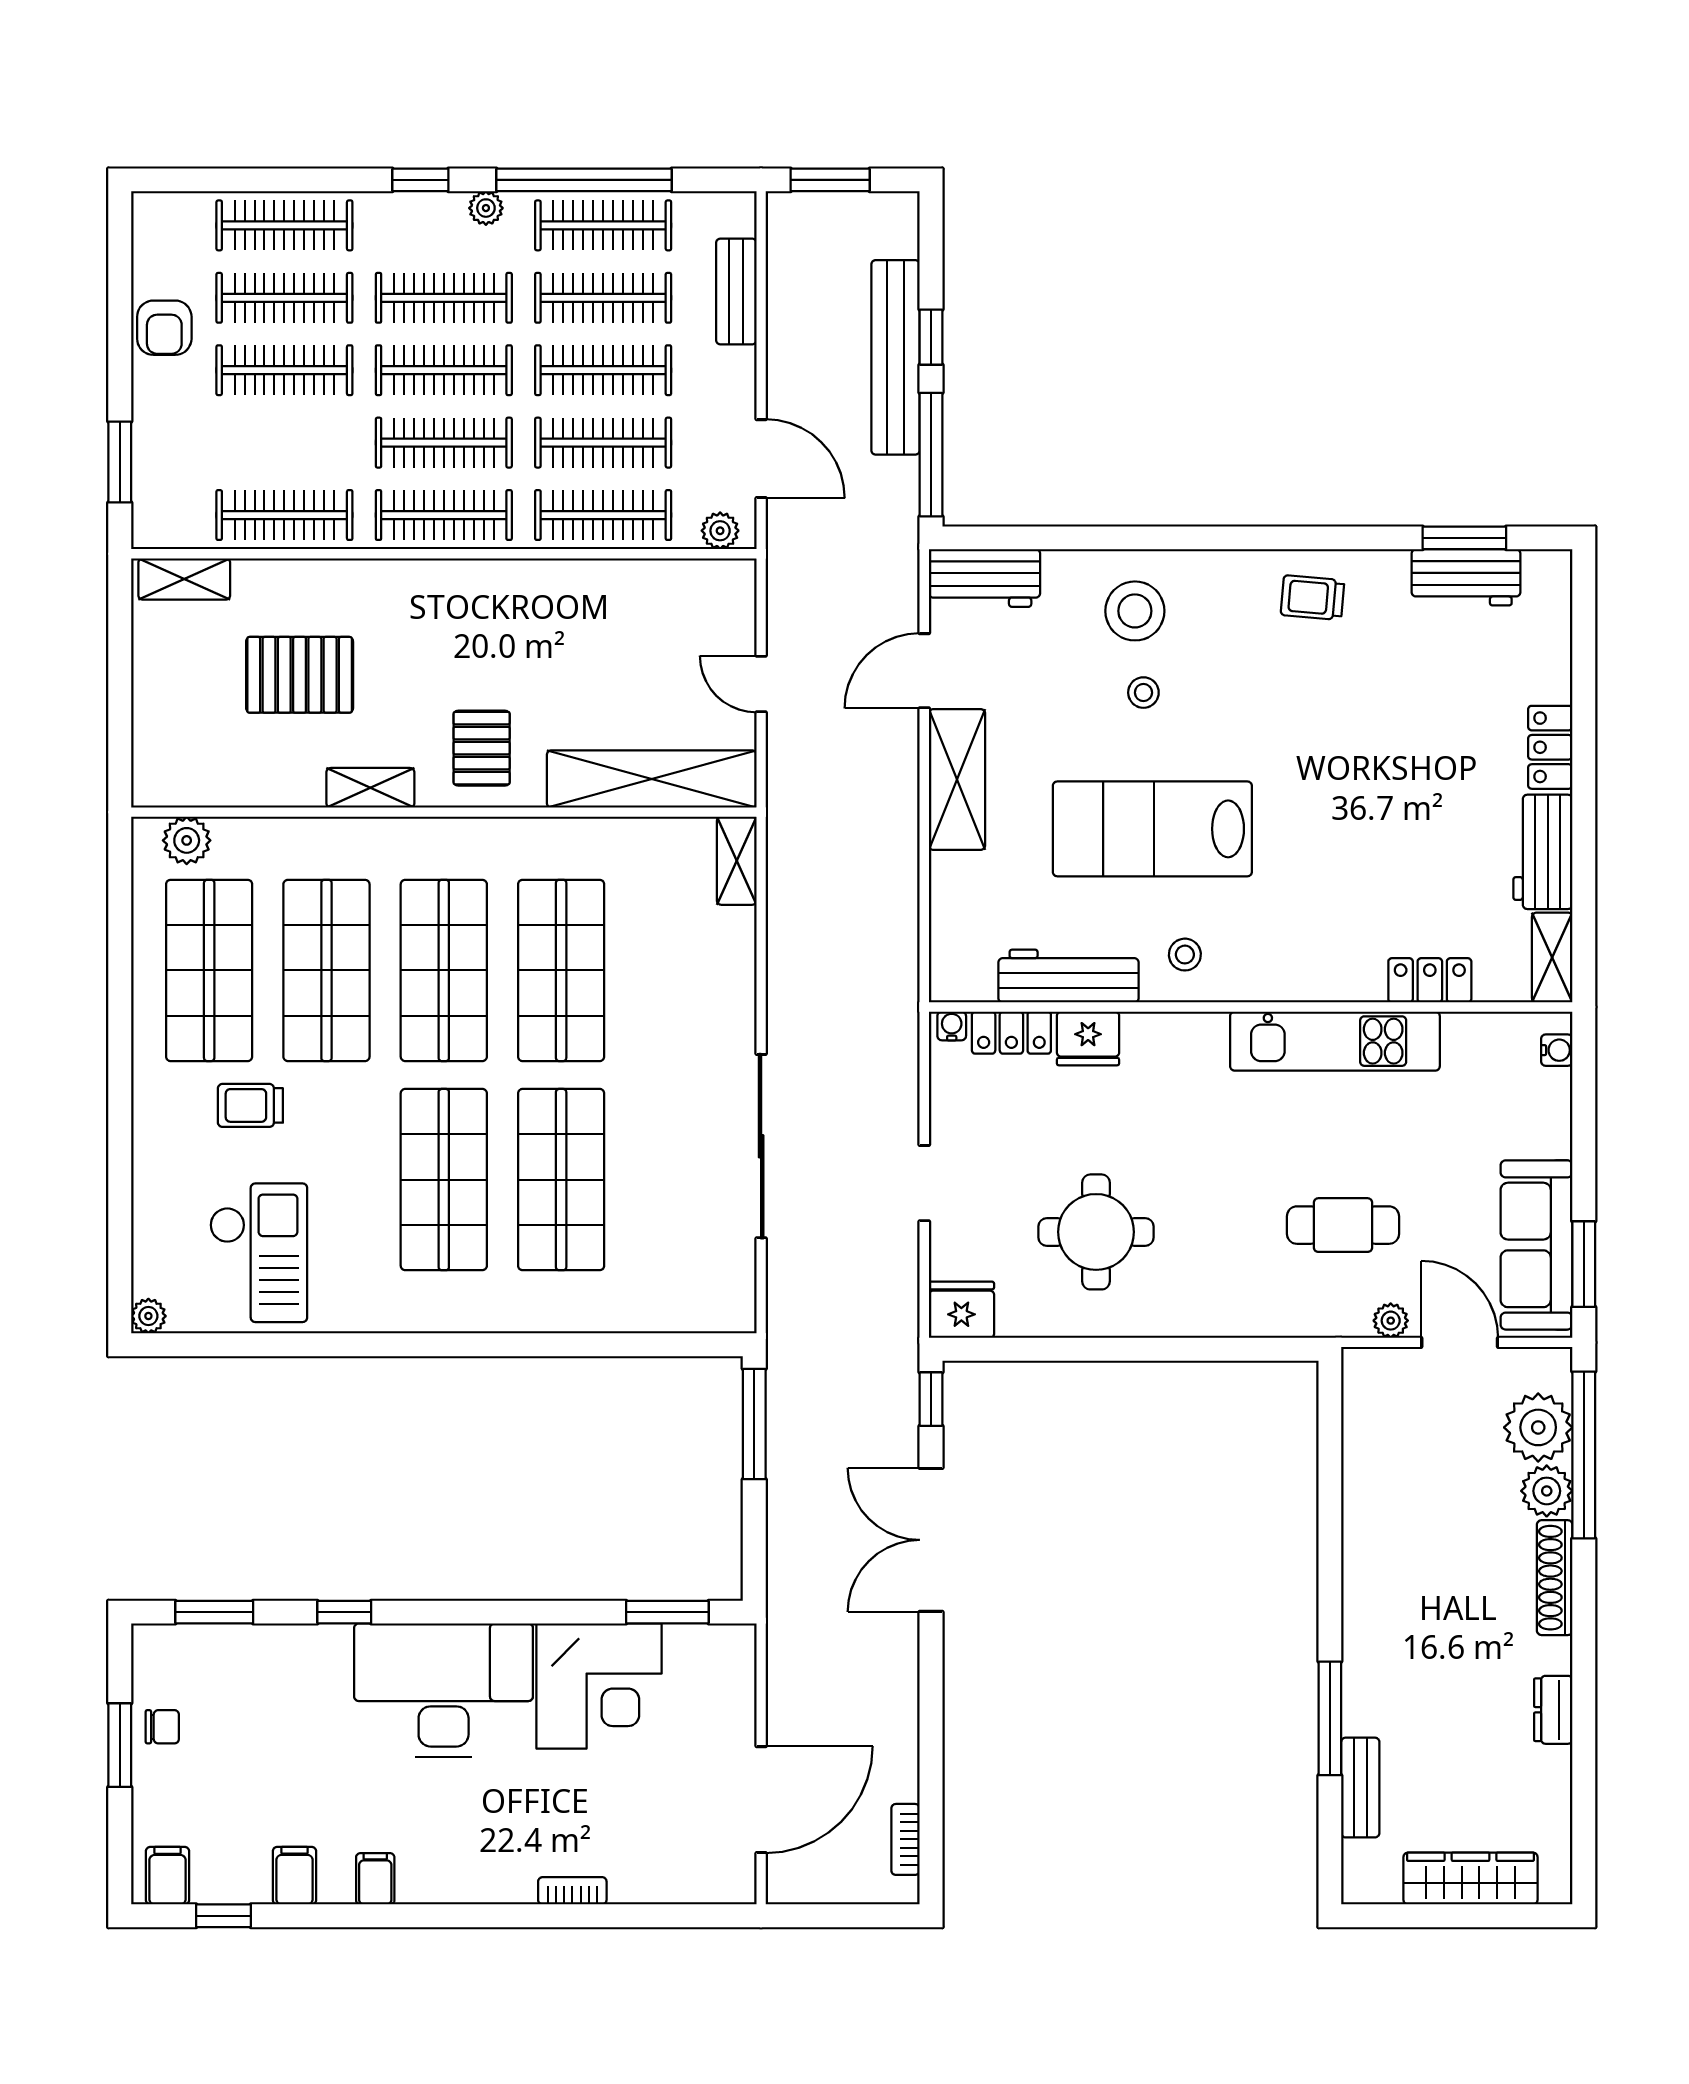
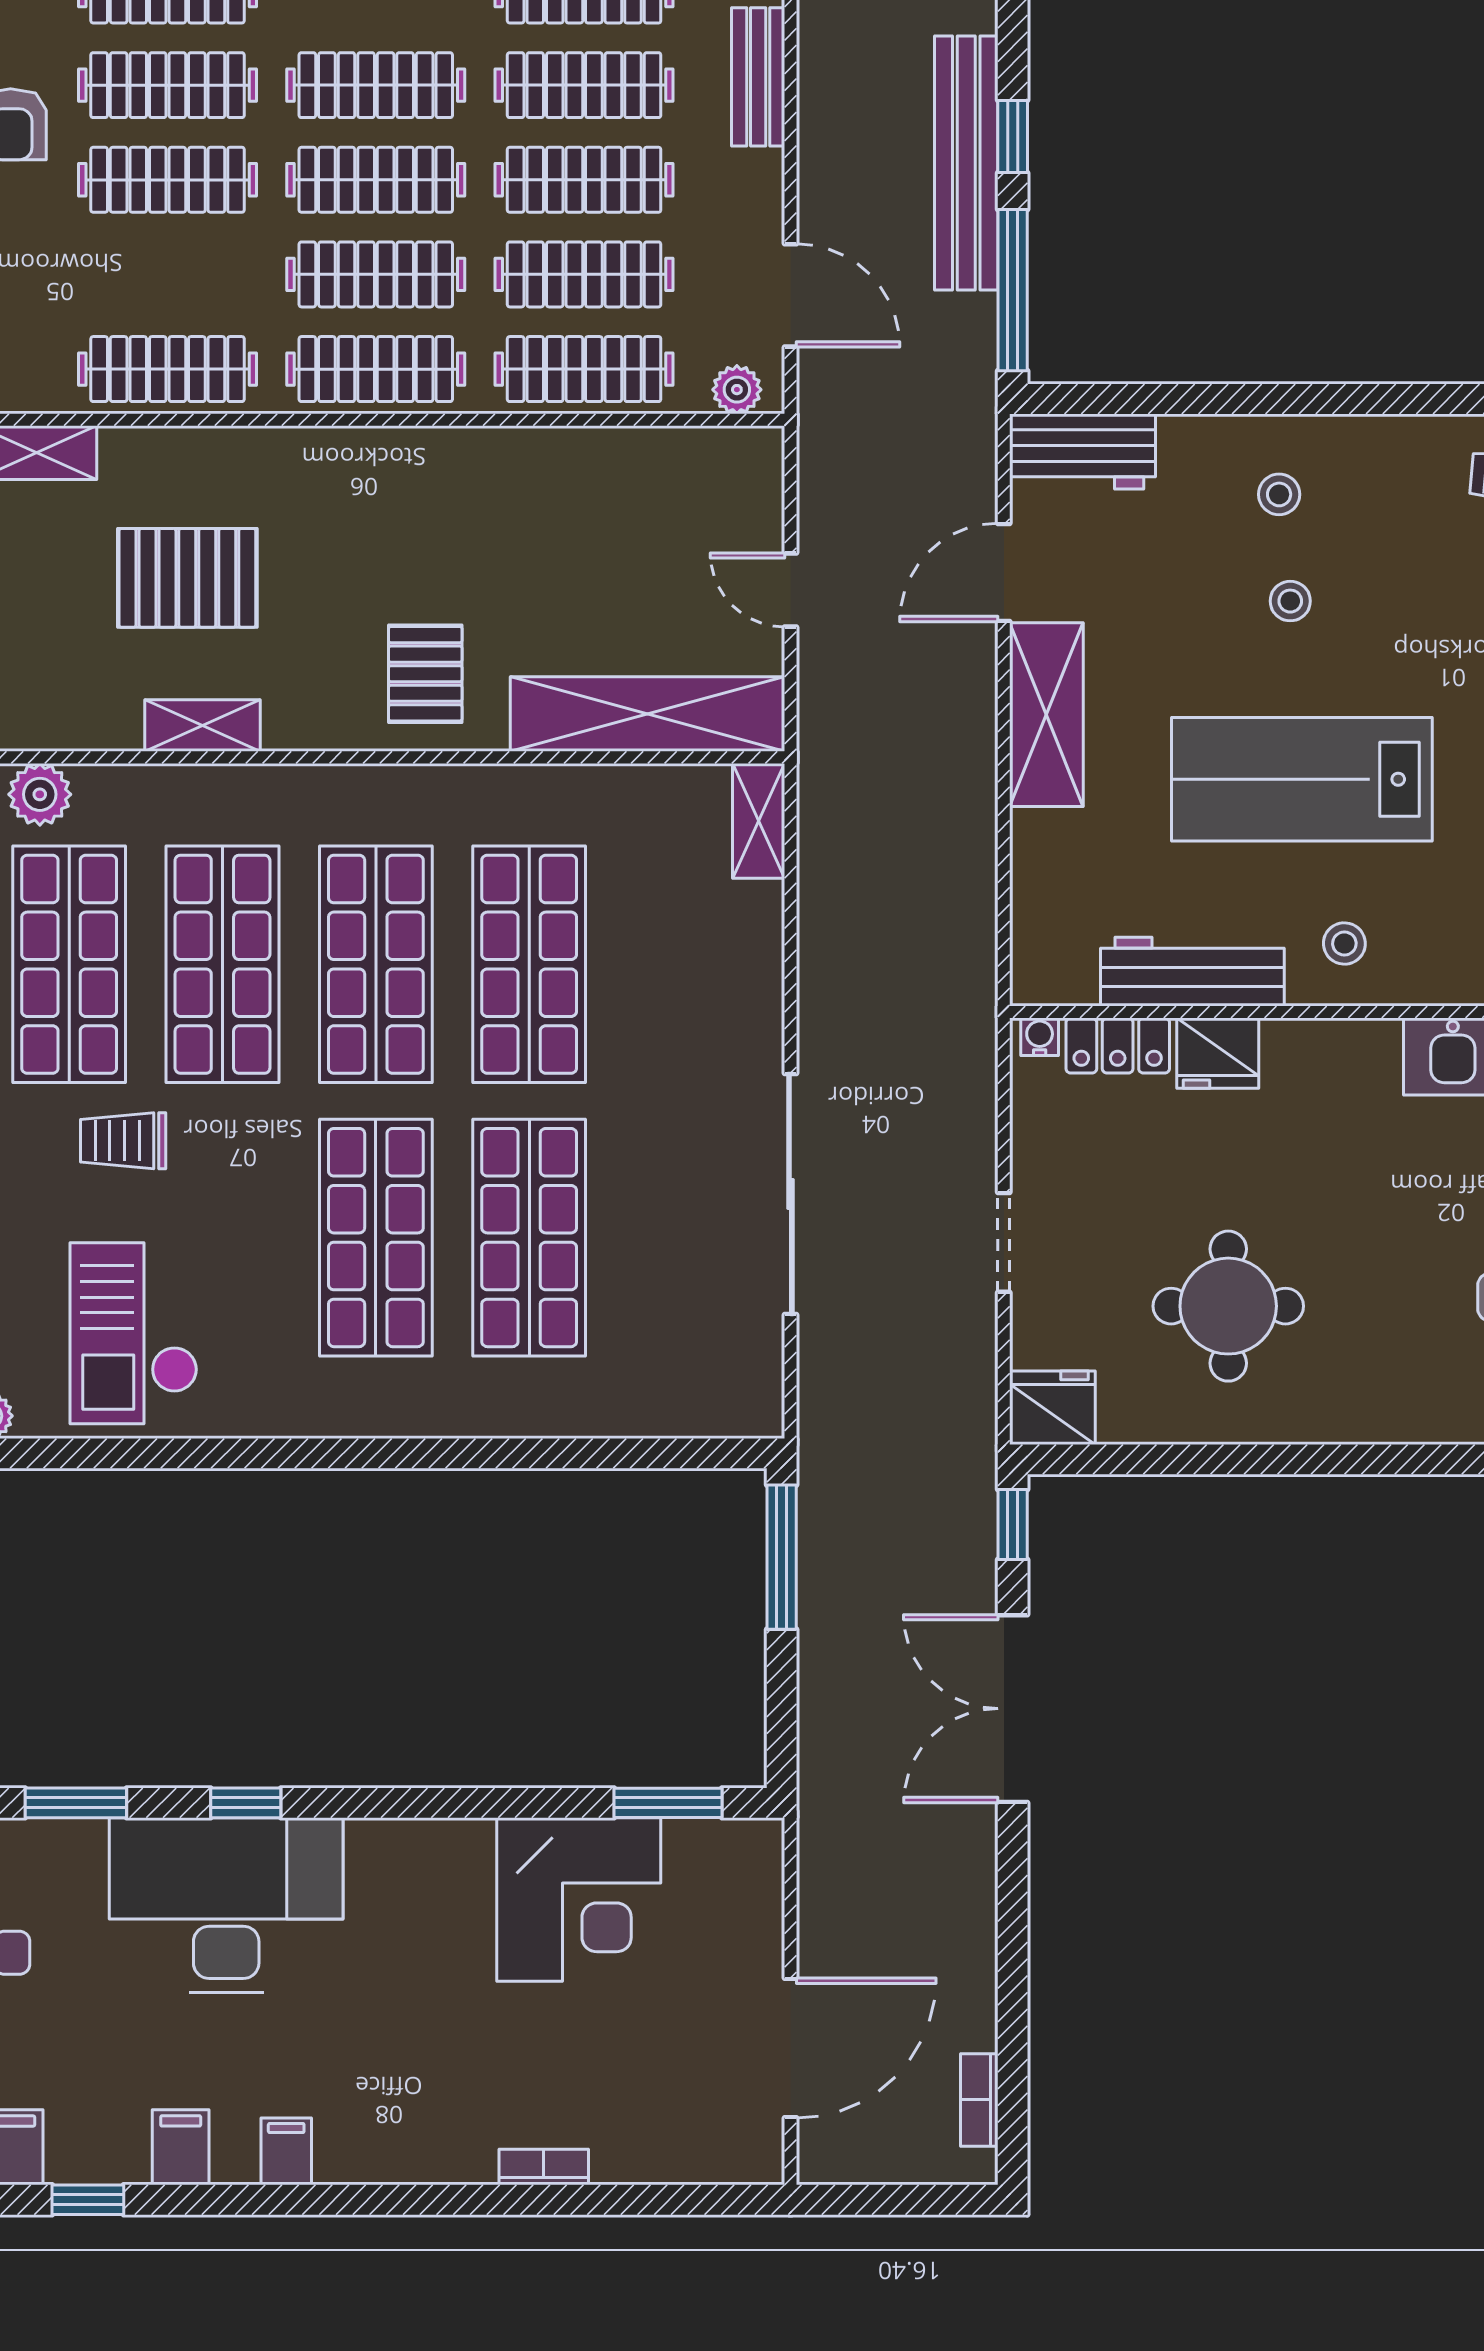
stool: (1135, 611) -> (1279, 494), width x0.53, depth x0.53
shelving: (370, 788) -> (202, 726), moved
checkout: (259, 1253) -> (134, 1333), turned 180
desk: (444, 1690) -> (226, 1905), moved

